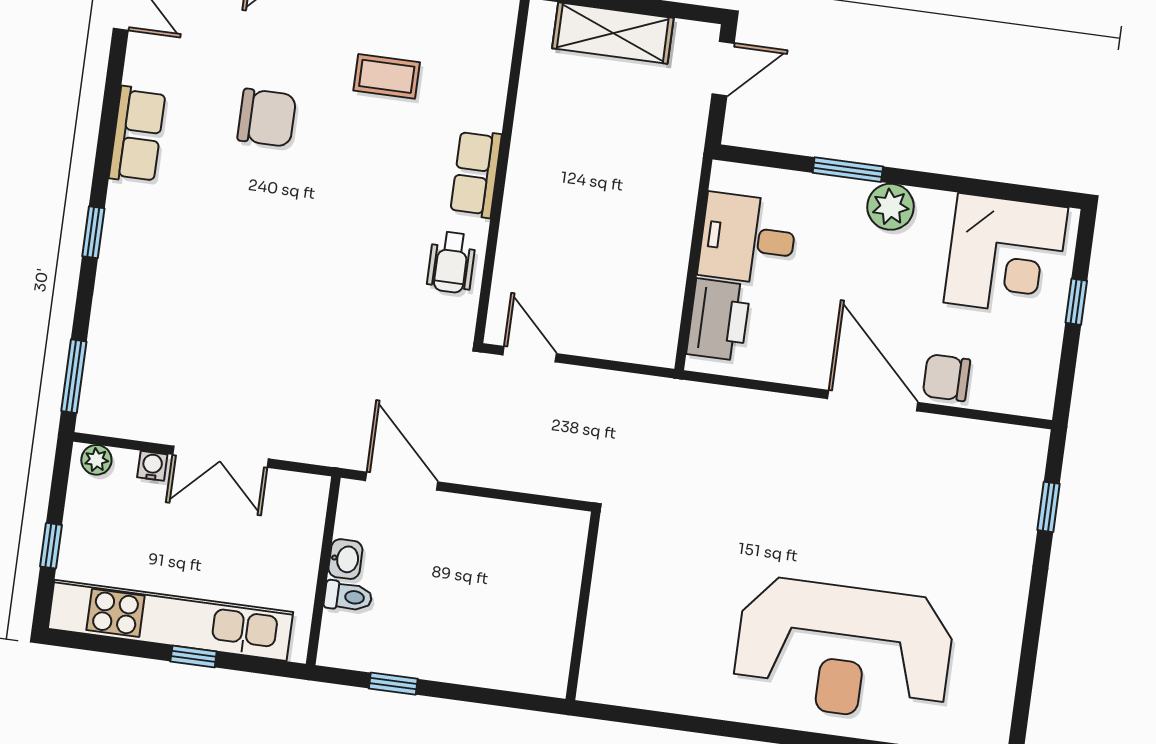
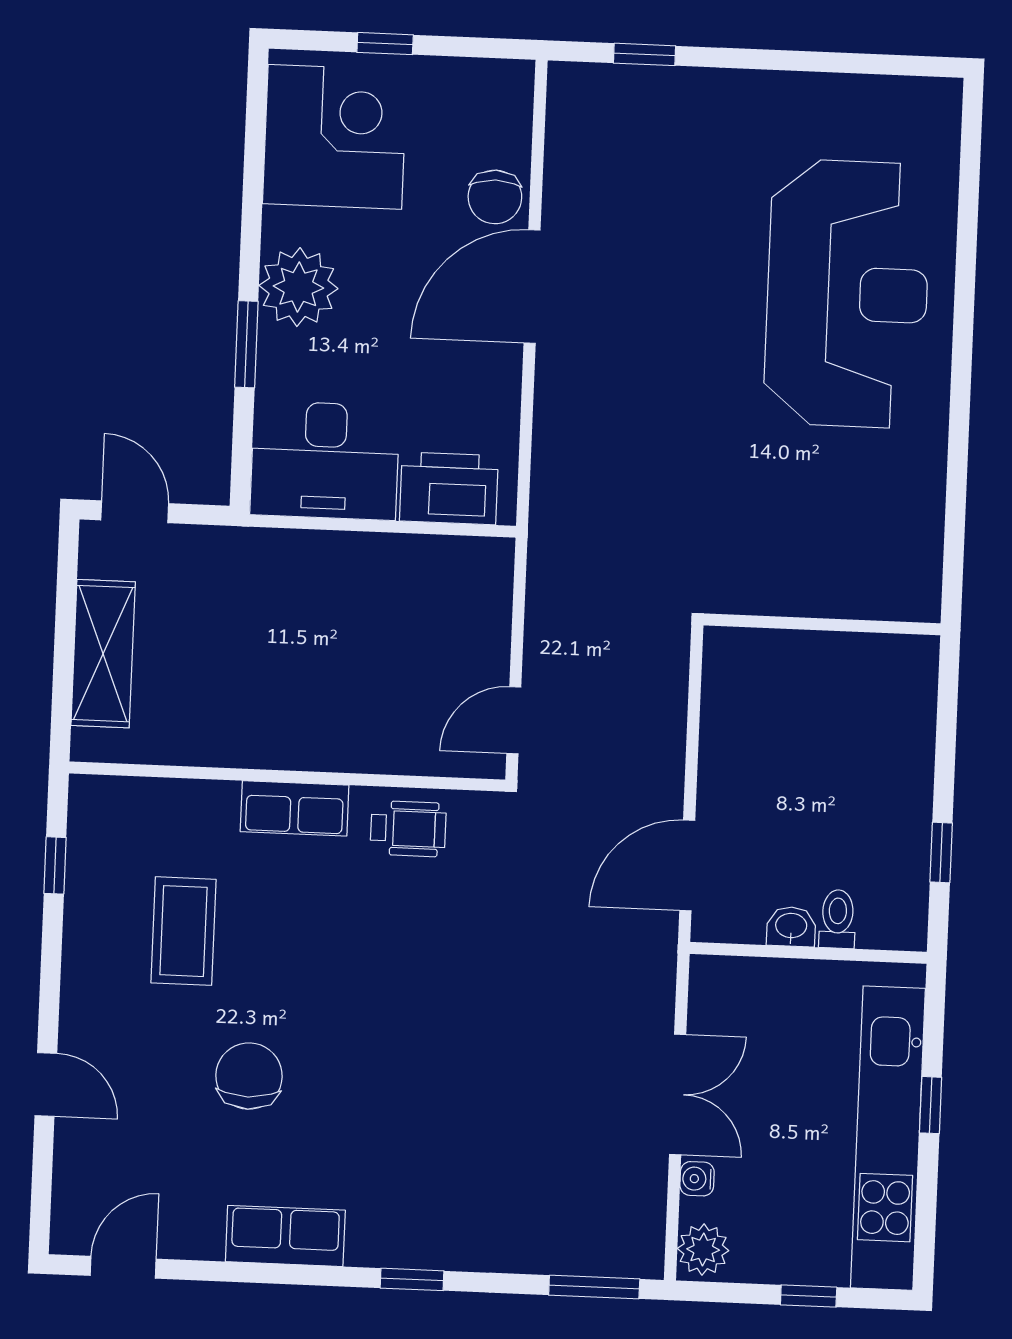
coffee table: (387, 76) -> (183, 931), width x1.36, depth x1.30
plant: (891, 207) -> (298, 287), width x1.36, depth x1.36
desk: (748, 239) -> (325, 460), width x1.37
plant: (96, 460) -> (703, 1249), width x1.38, depth x1.38

